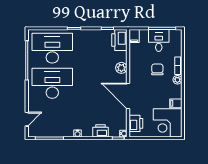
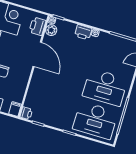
printer: (119, 40) -> (26, 113), width x0.53, depth x0.68
plant: (121, 68) -> (51, 30), moved
printer: (101, 131) -> (83, 32), moved

